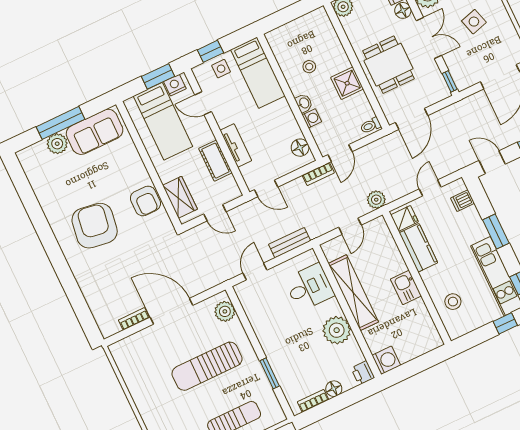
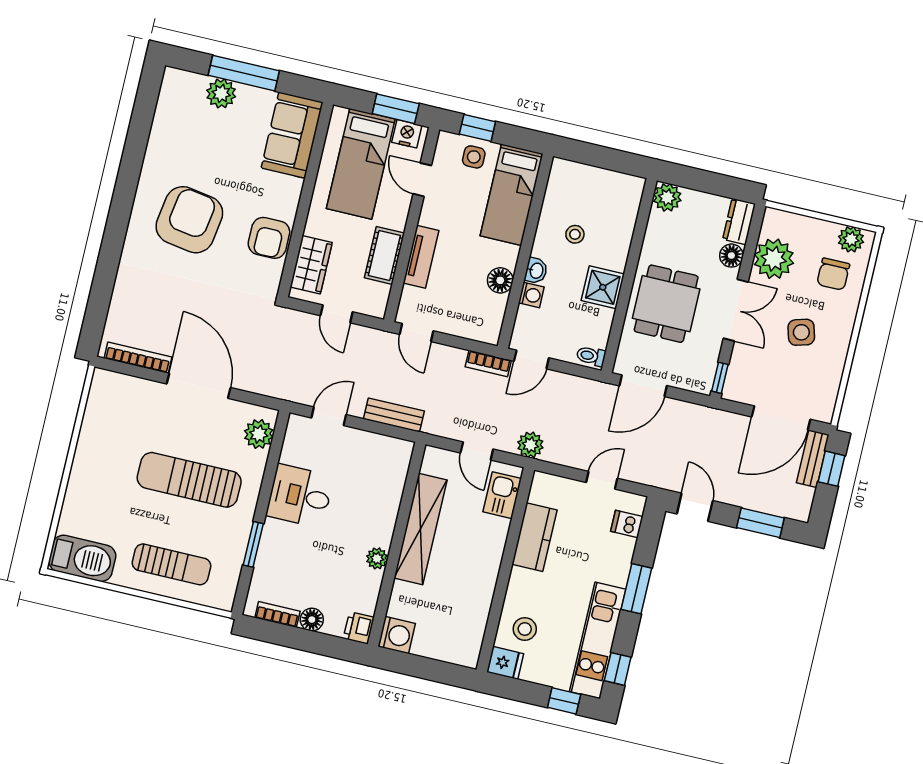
sofa: (95, 132) -> (292, 135), moved, turned 90
floor lamp: (300, 148) -> (500, 280), moved
fridge: (404, 218) -> (505, 663), moved
door: (350, 226) -> (477, 451), hinge flipped
desk: (309, 287) -> (300, 496), moved, turned 180
kitchen sink: (406, 287) -> (502, 495), moved
bookcase: (134, 319) -> (138, 358), width x1.56
plant: (337, 330) -> (377, 558), width x0.53, depth x0.53

